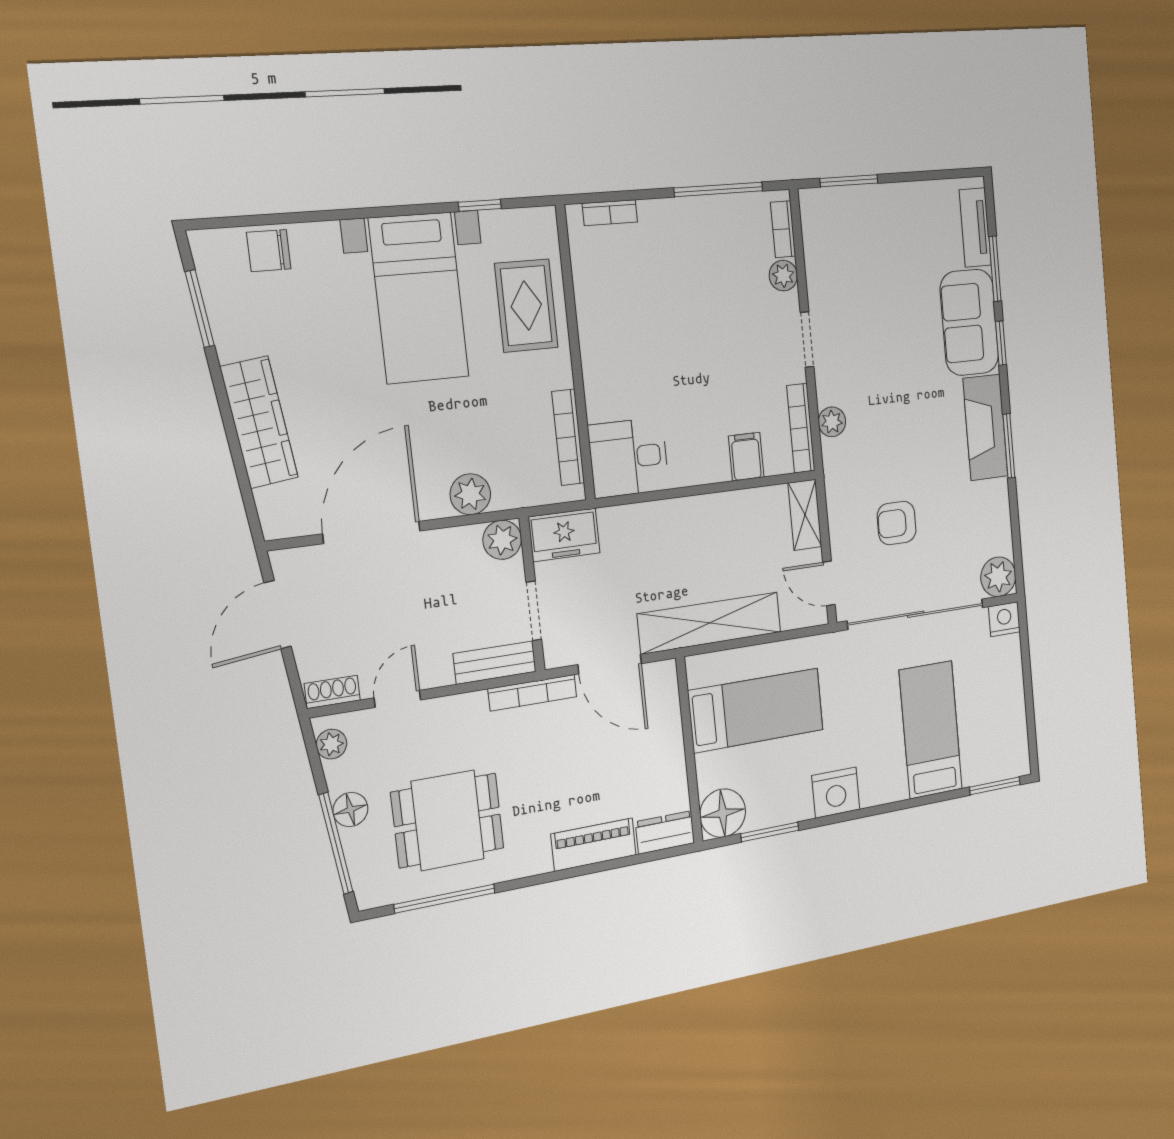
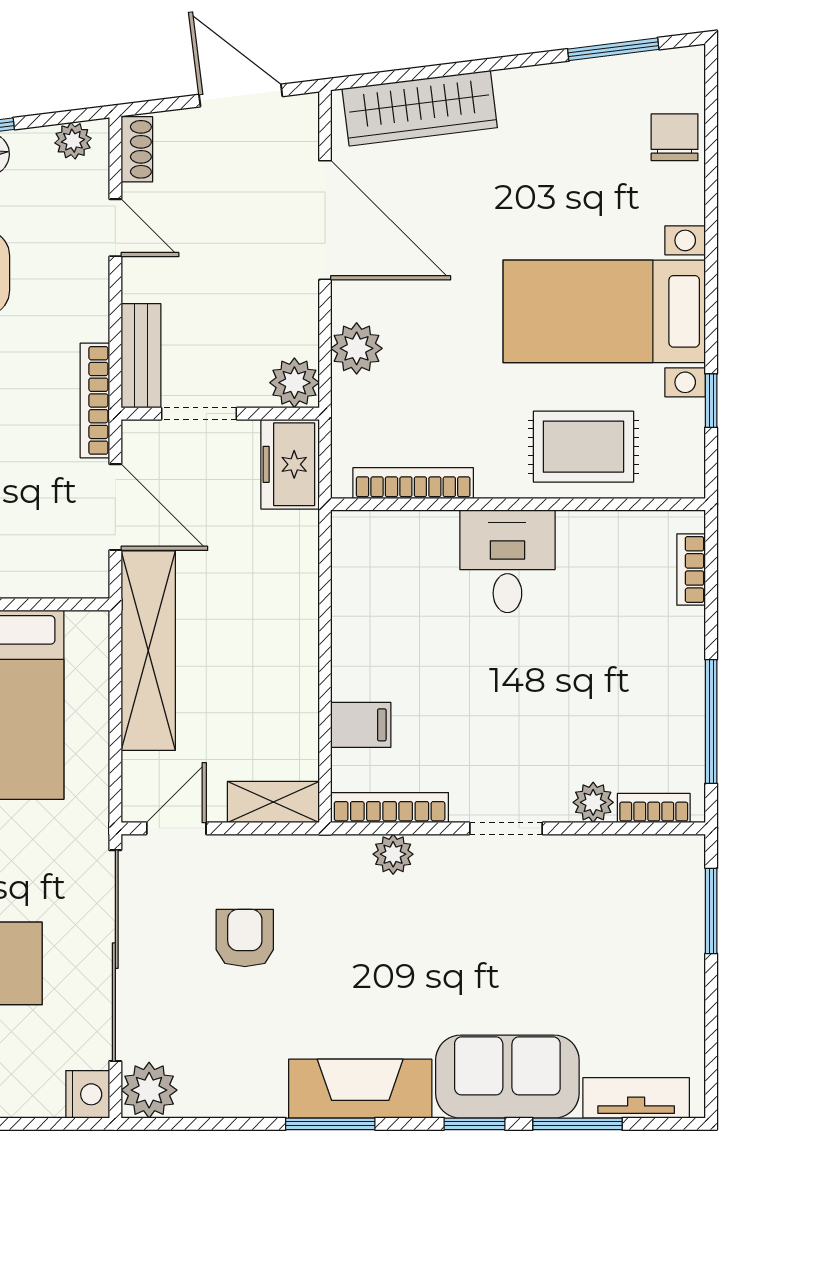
wardrobe: (259, 422) -> (420, 108), moved
desk: (629, 457) -> (507, 561), moved
door: (610, 664) -> (115, 507), swing flipped

